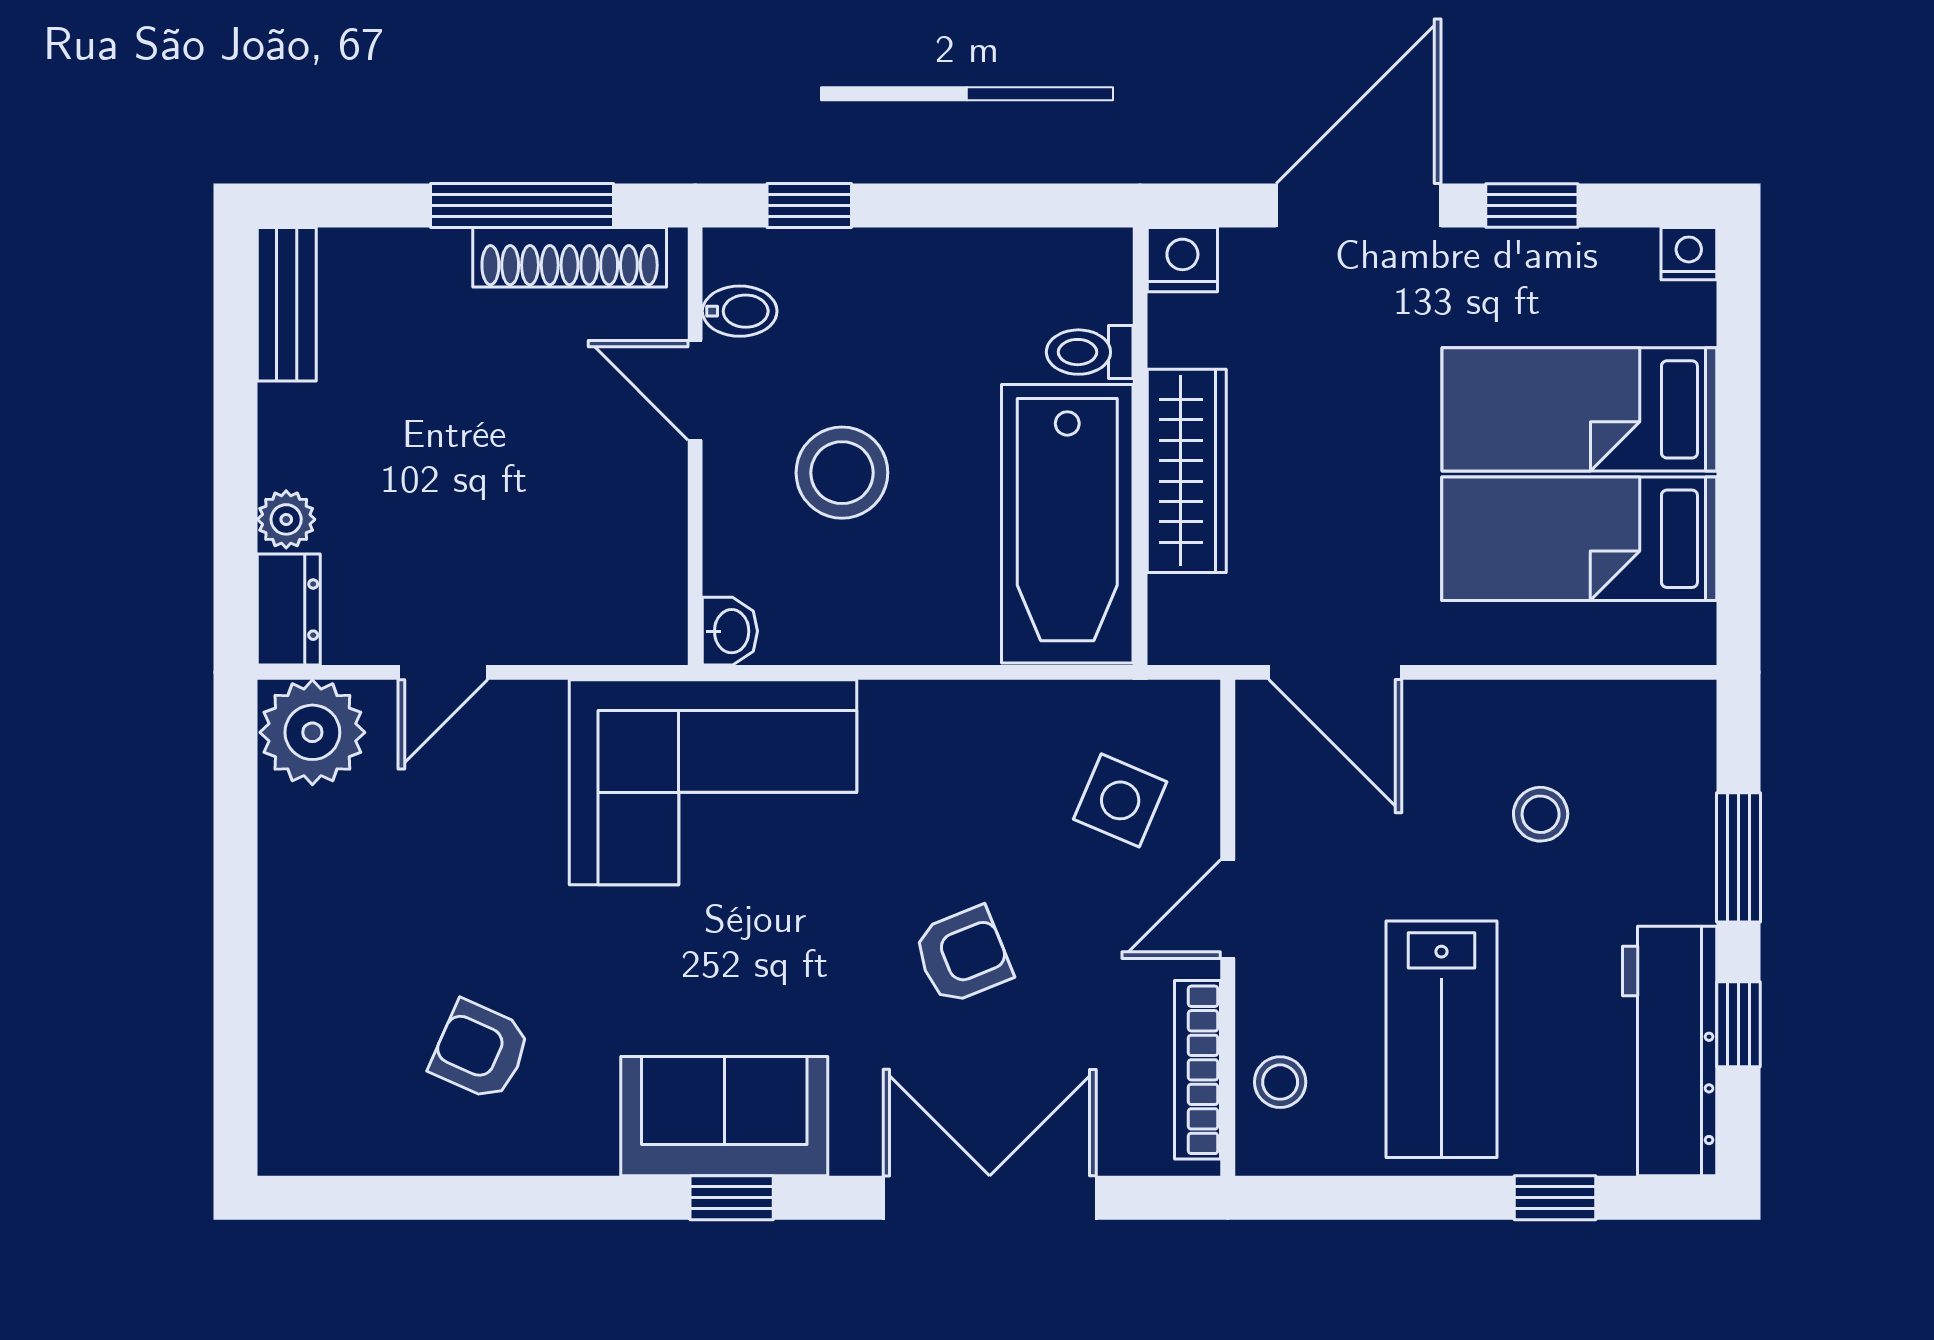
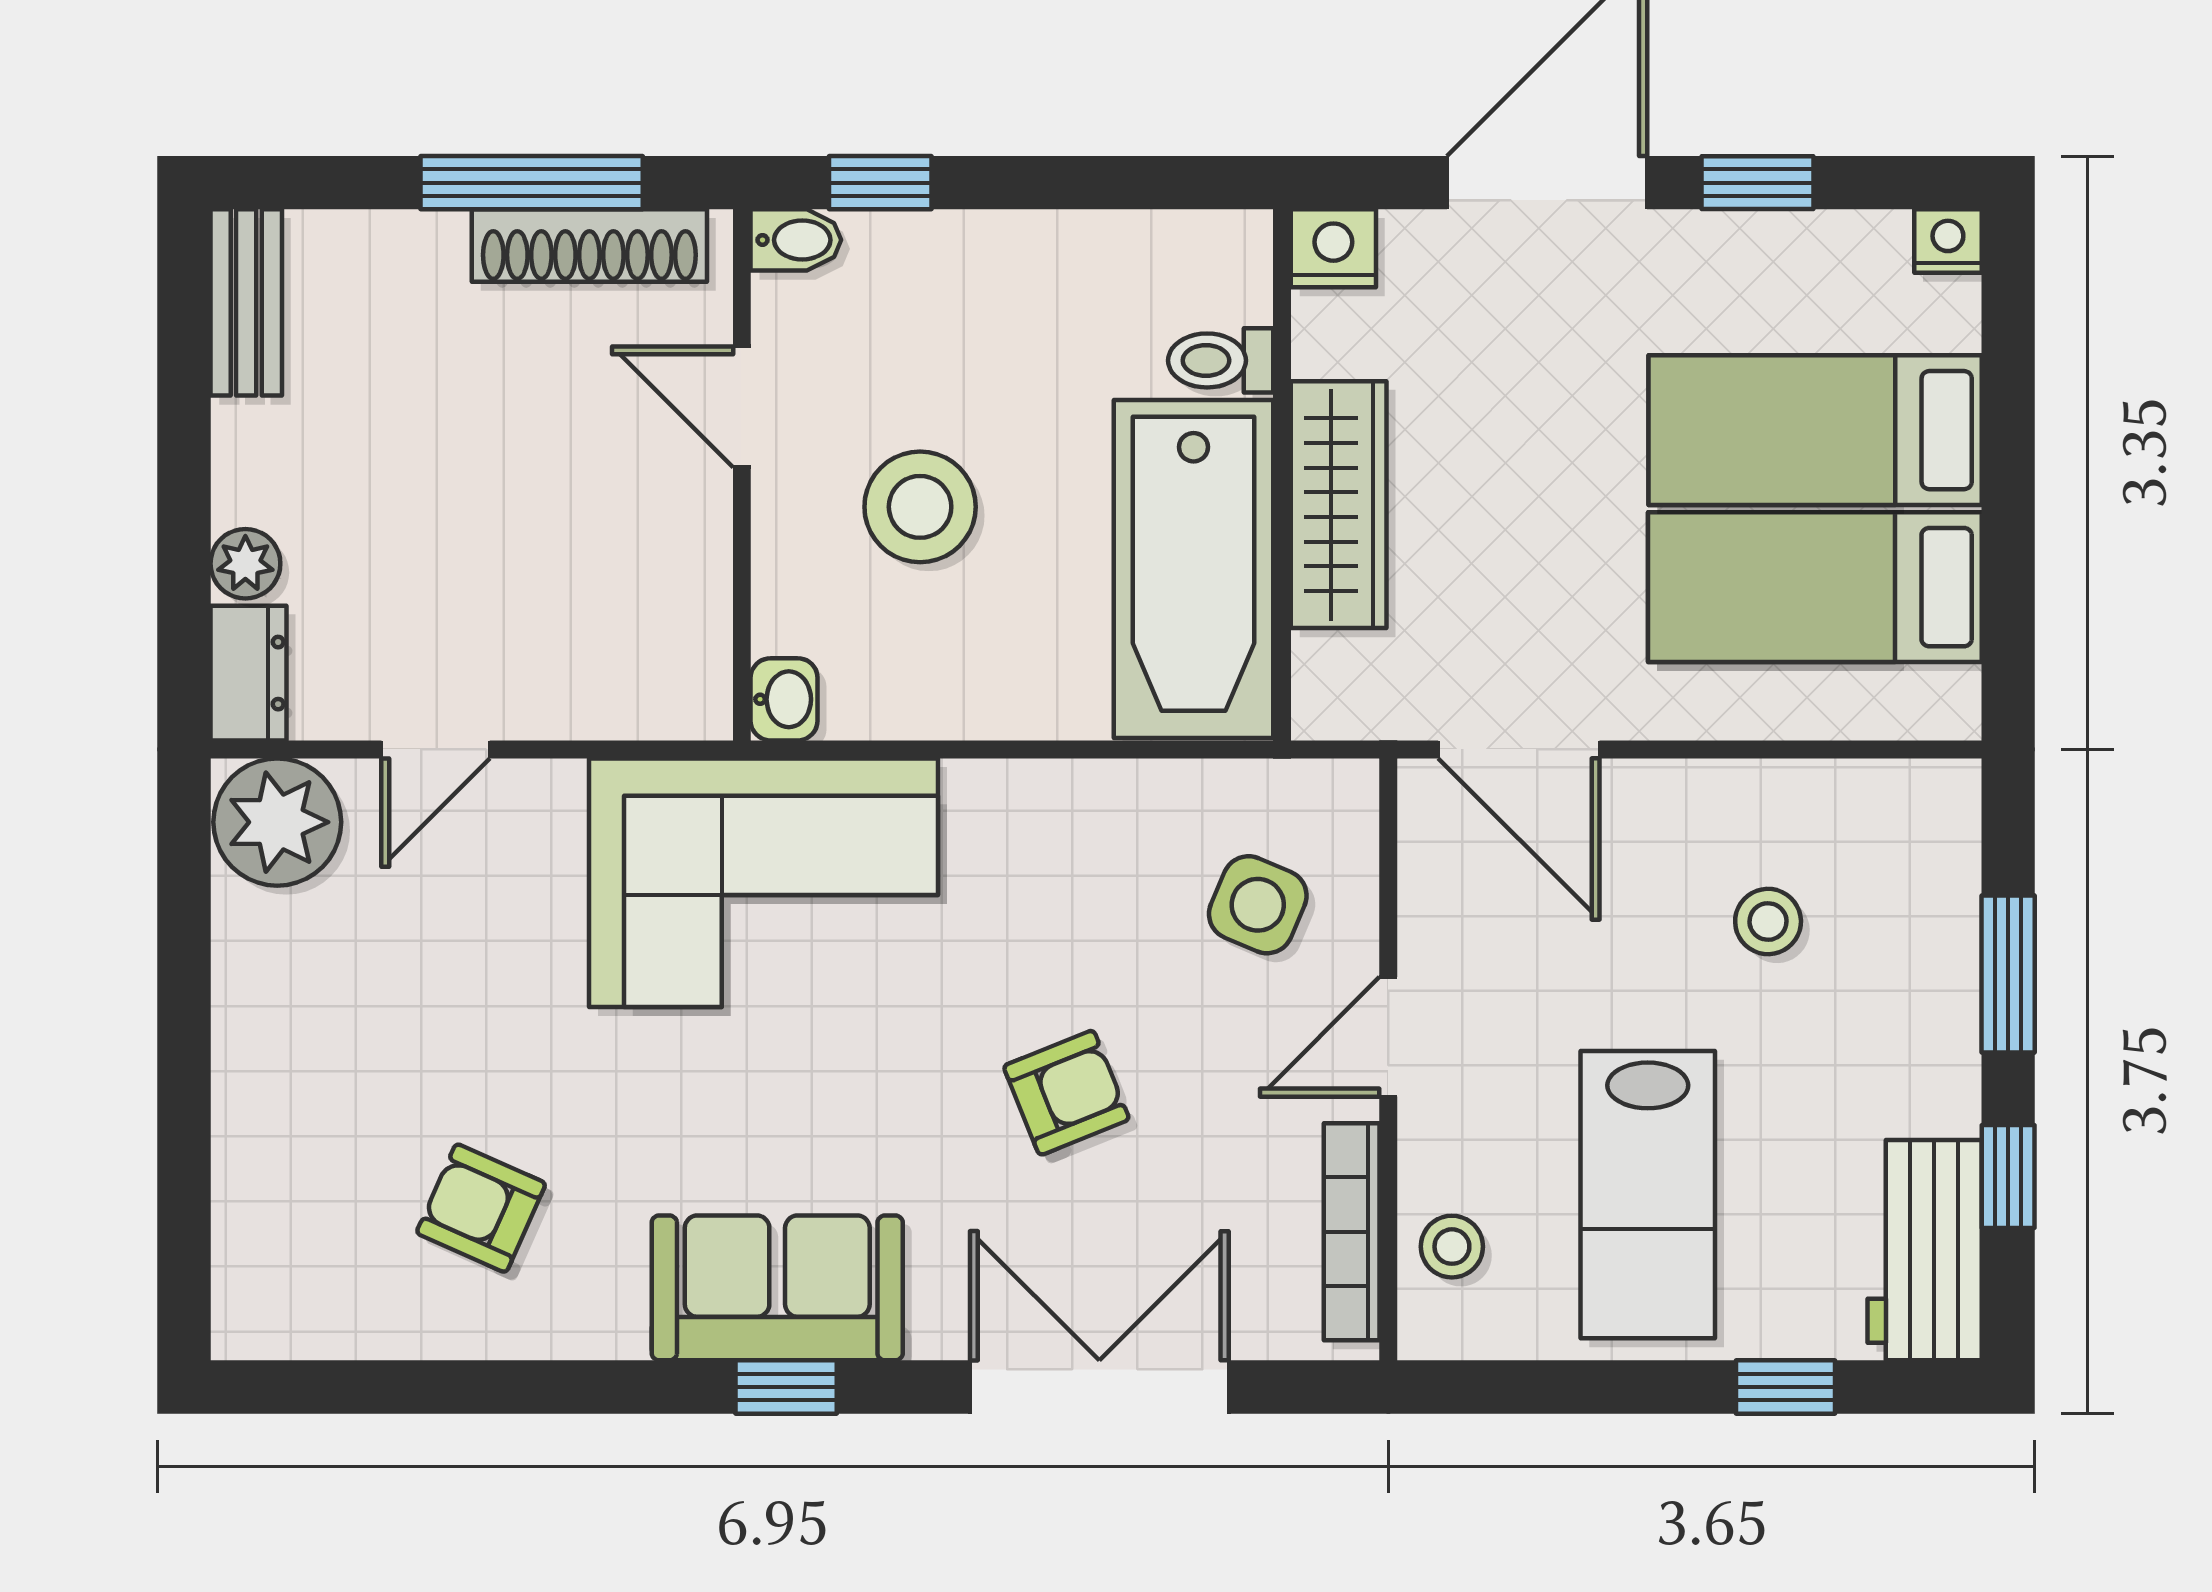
bidet: (740, 311) -> (796, 240), moved
workbench: (1670, 1051) -> (1925, 1250), width x0.73

